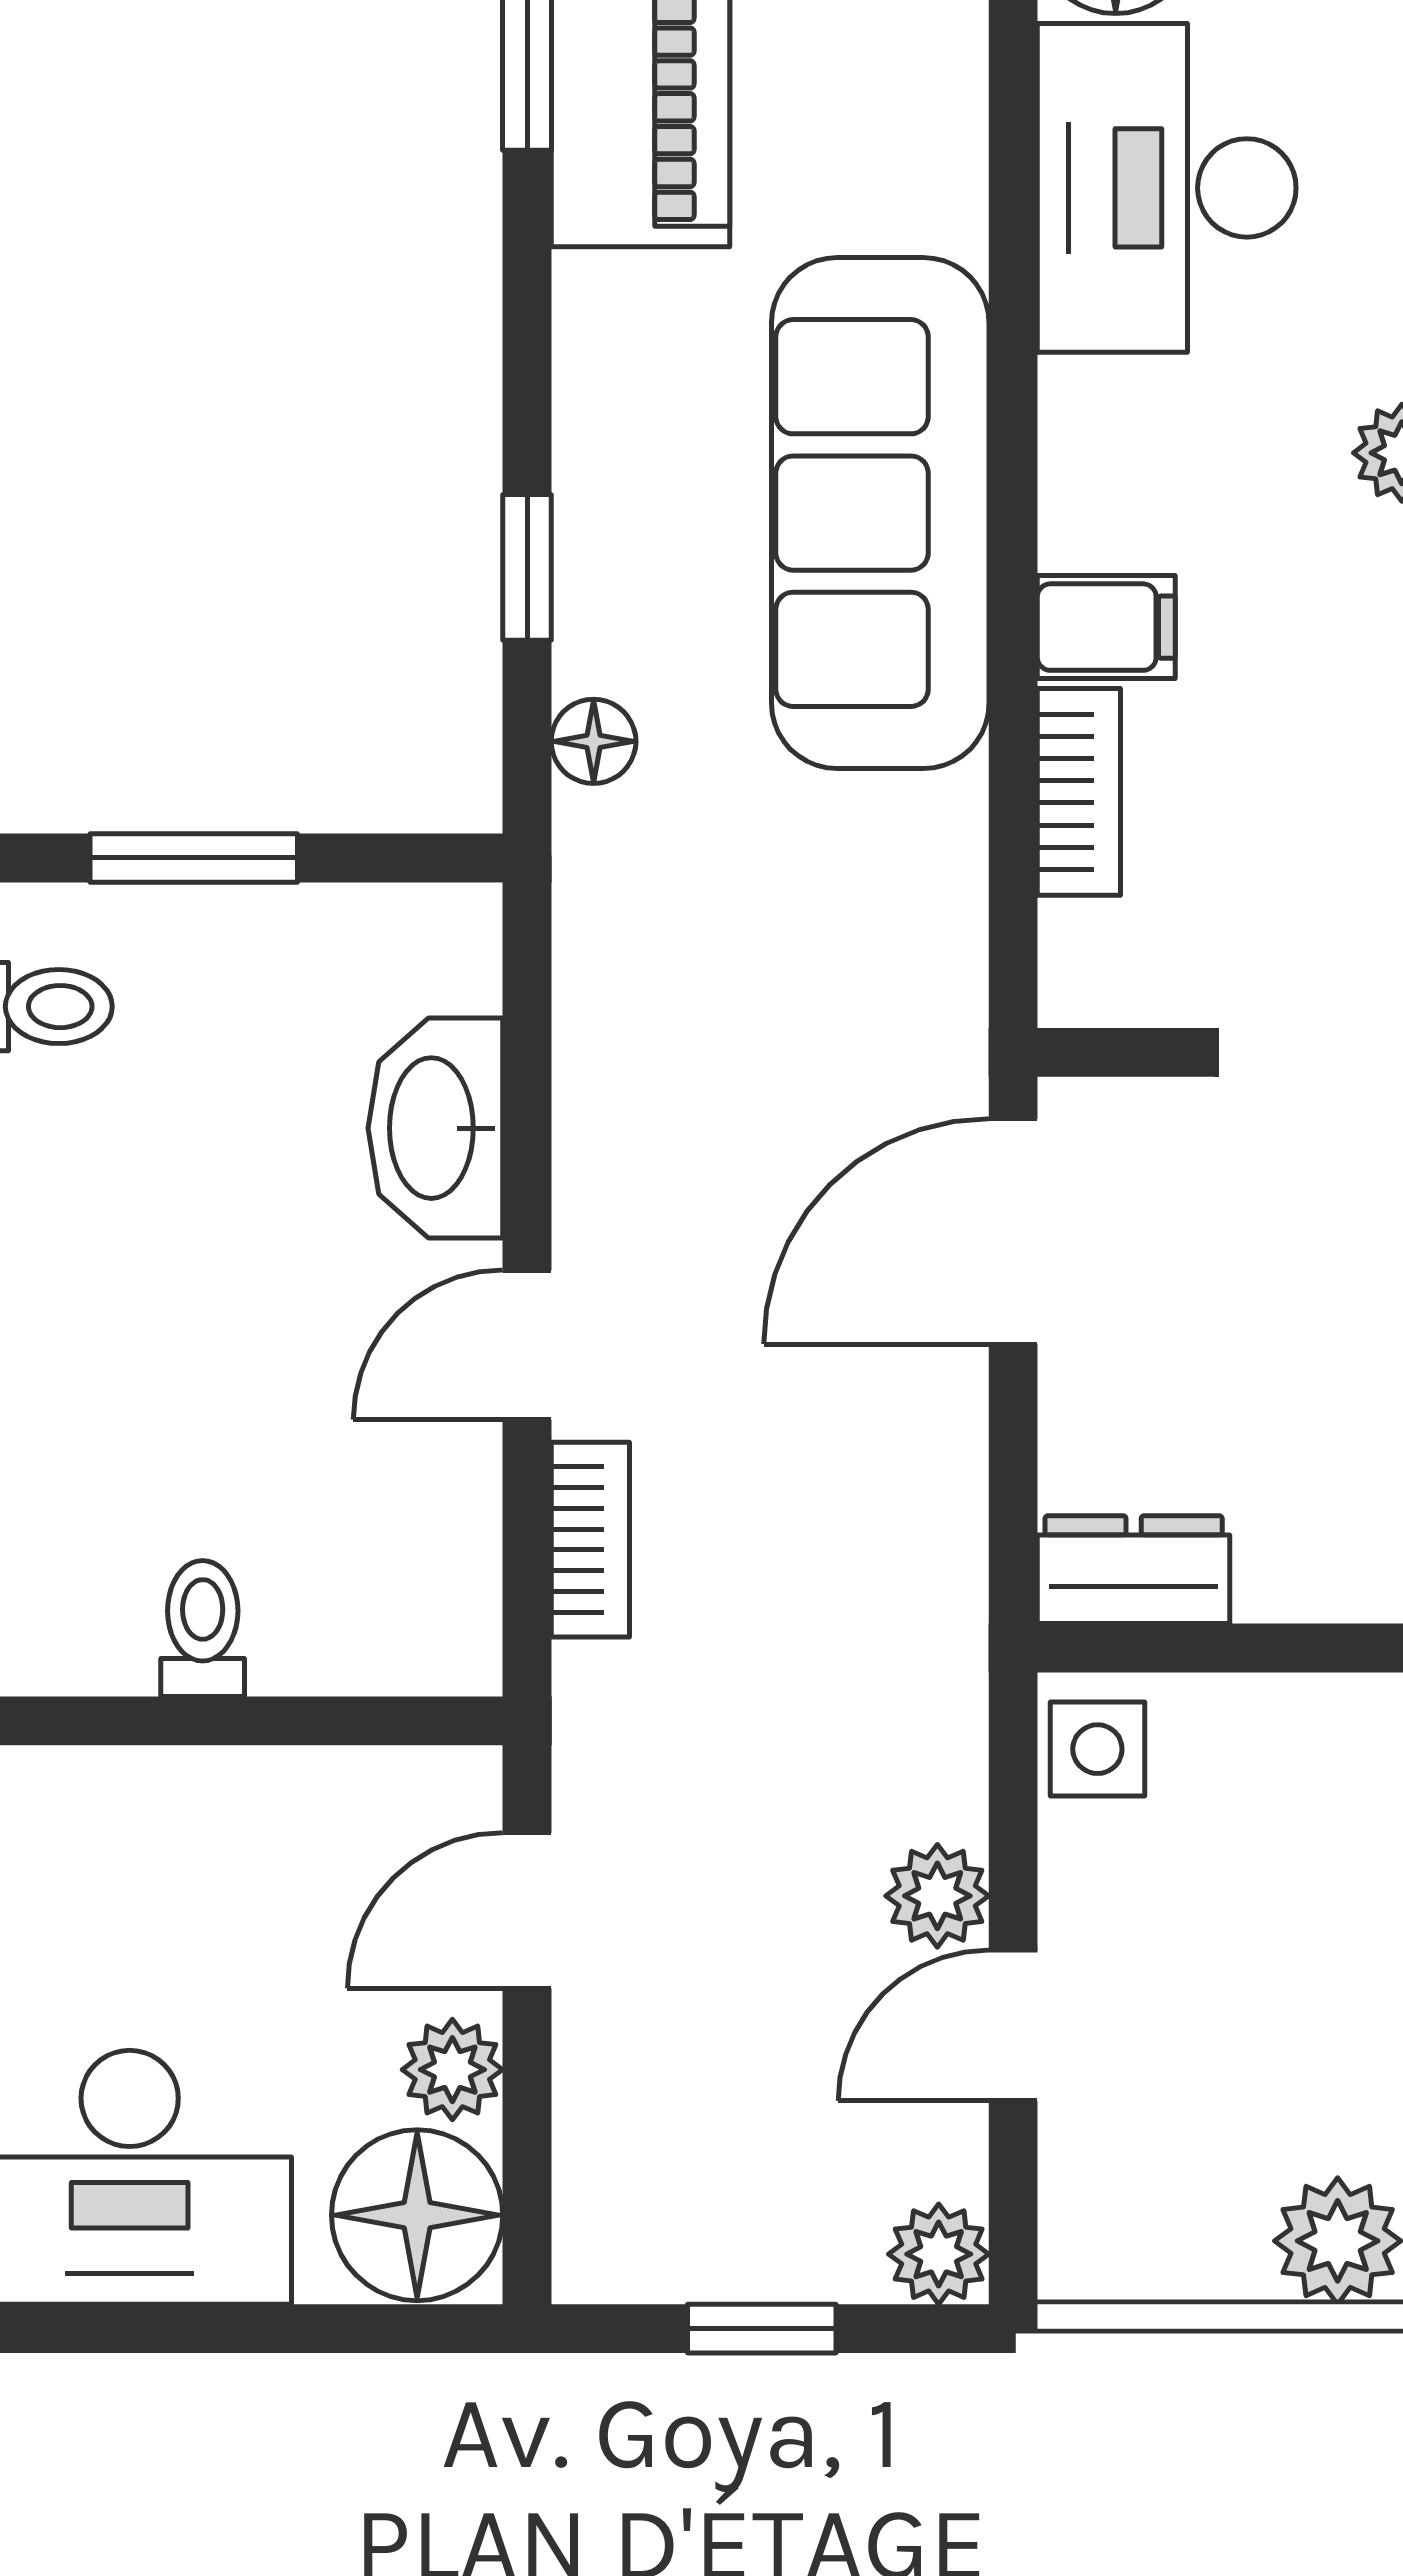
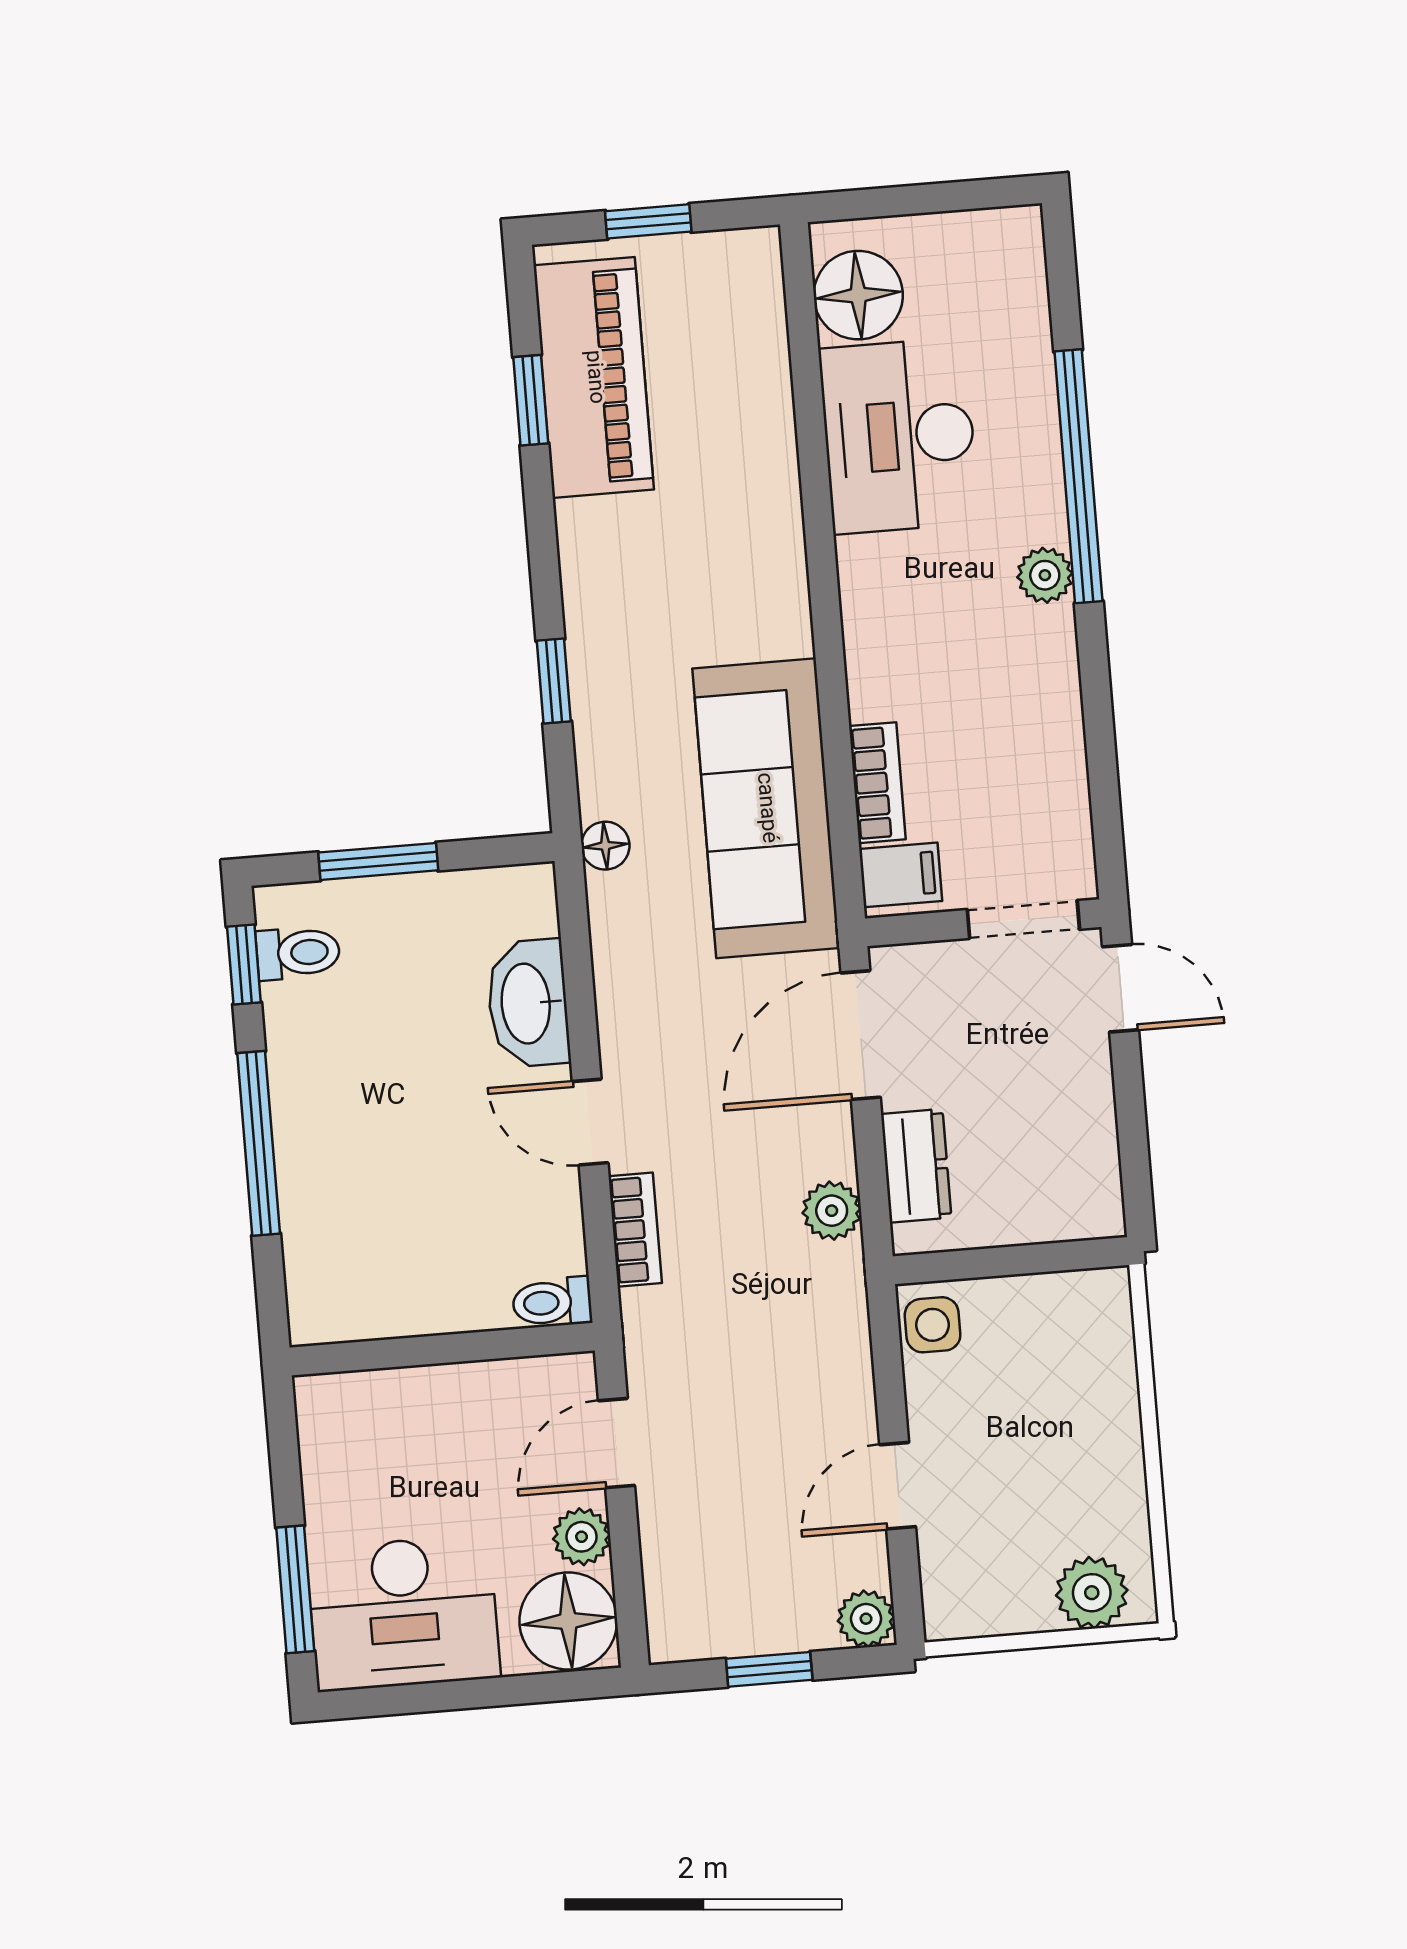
sofa: (880, 513) -> (766, 808), moved
filing cabinet: (1106, 627) -> (901, 875), moved
floor lamp: (594, 741) -> (605, 846), moved
door: (527, 1345) -> (590, 1122), hinge flipped
dresser: (1134, 1570) -> (916, 1166), moved, turned 90
toilet: (203, 1629) -> (552, 1302), moved, turned -90
plant: (937, 1896) -> (832, 1211), moved

